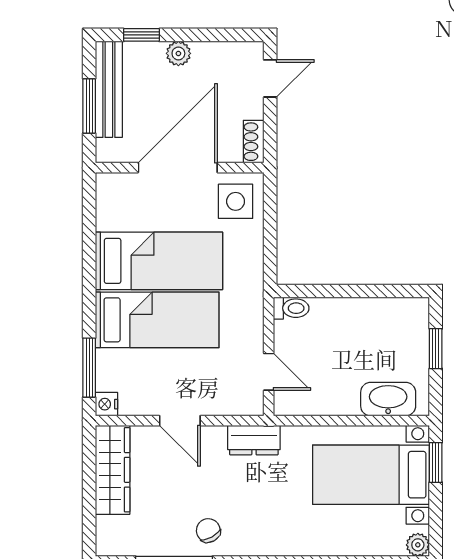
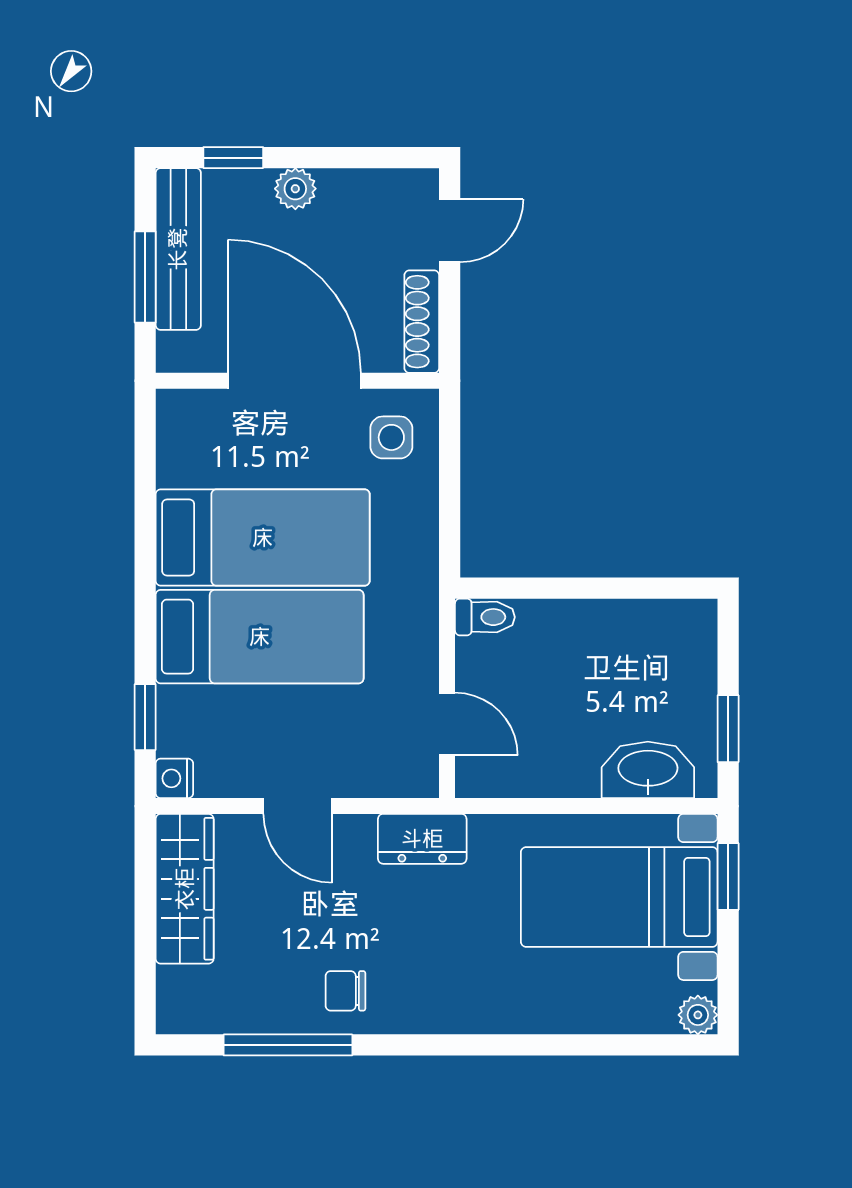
shoe rack: (254, 142) -> (422, 322), width x1.43
door: (178, 168) -> (294, 381), hinge flipped
side table: (236, 201) -> (391, 437), width x0.73, depth x0.73
window: (436, 349) -> (728, 729), moved
window: (89, 368) -> (145, 717), width x0.67
chair: (208, 530) -> (345, 991), turned -61

